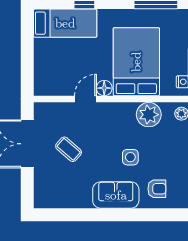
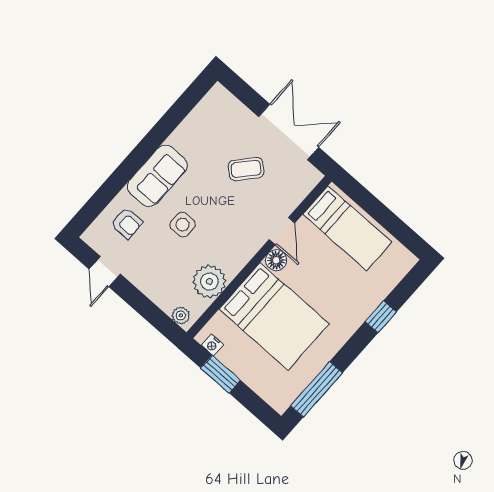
bed: (65, 23) -> (347, 228), moved, turned -90
armchair: (157, 189) -> (127, 223), turned -90

